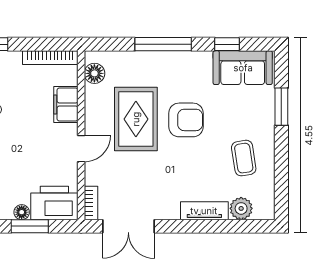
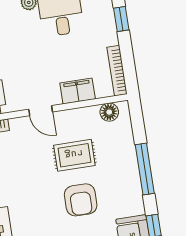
rug: (136, 119) -> (74, 155), width x0.73, depth x0.70

